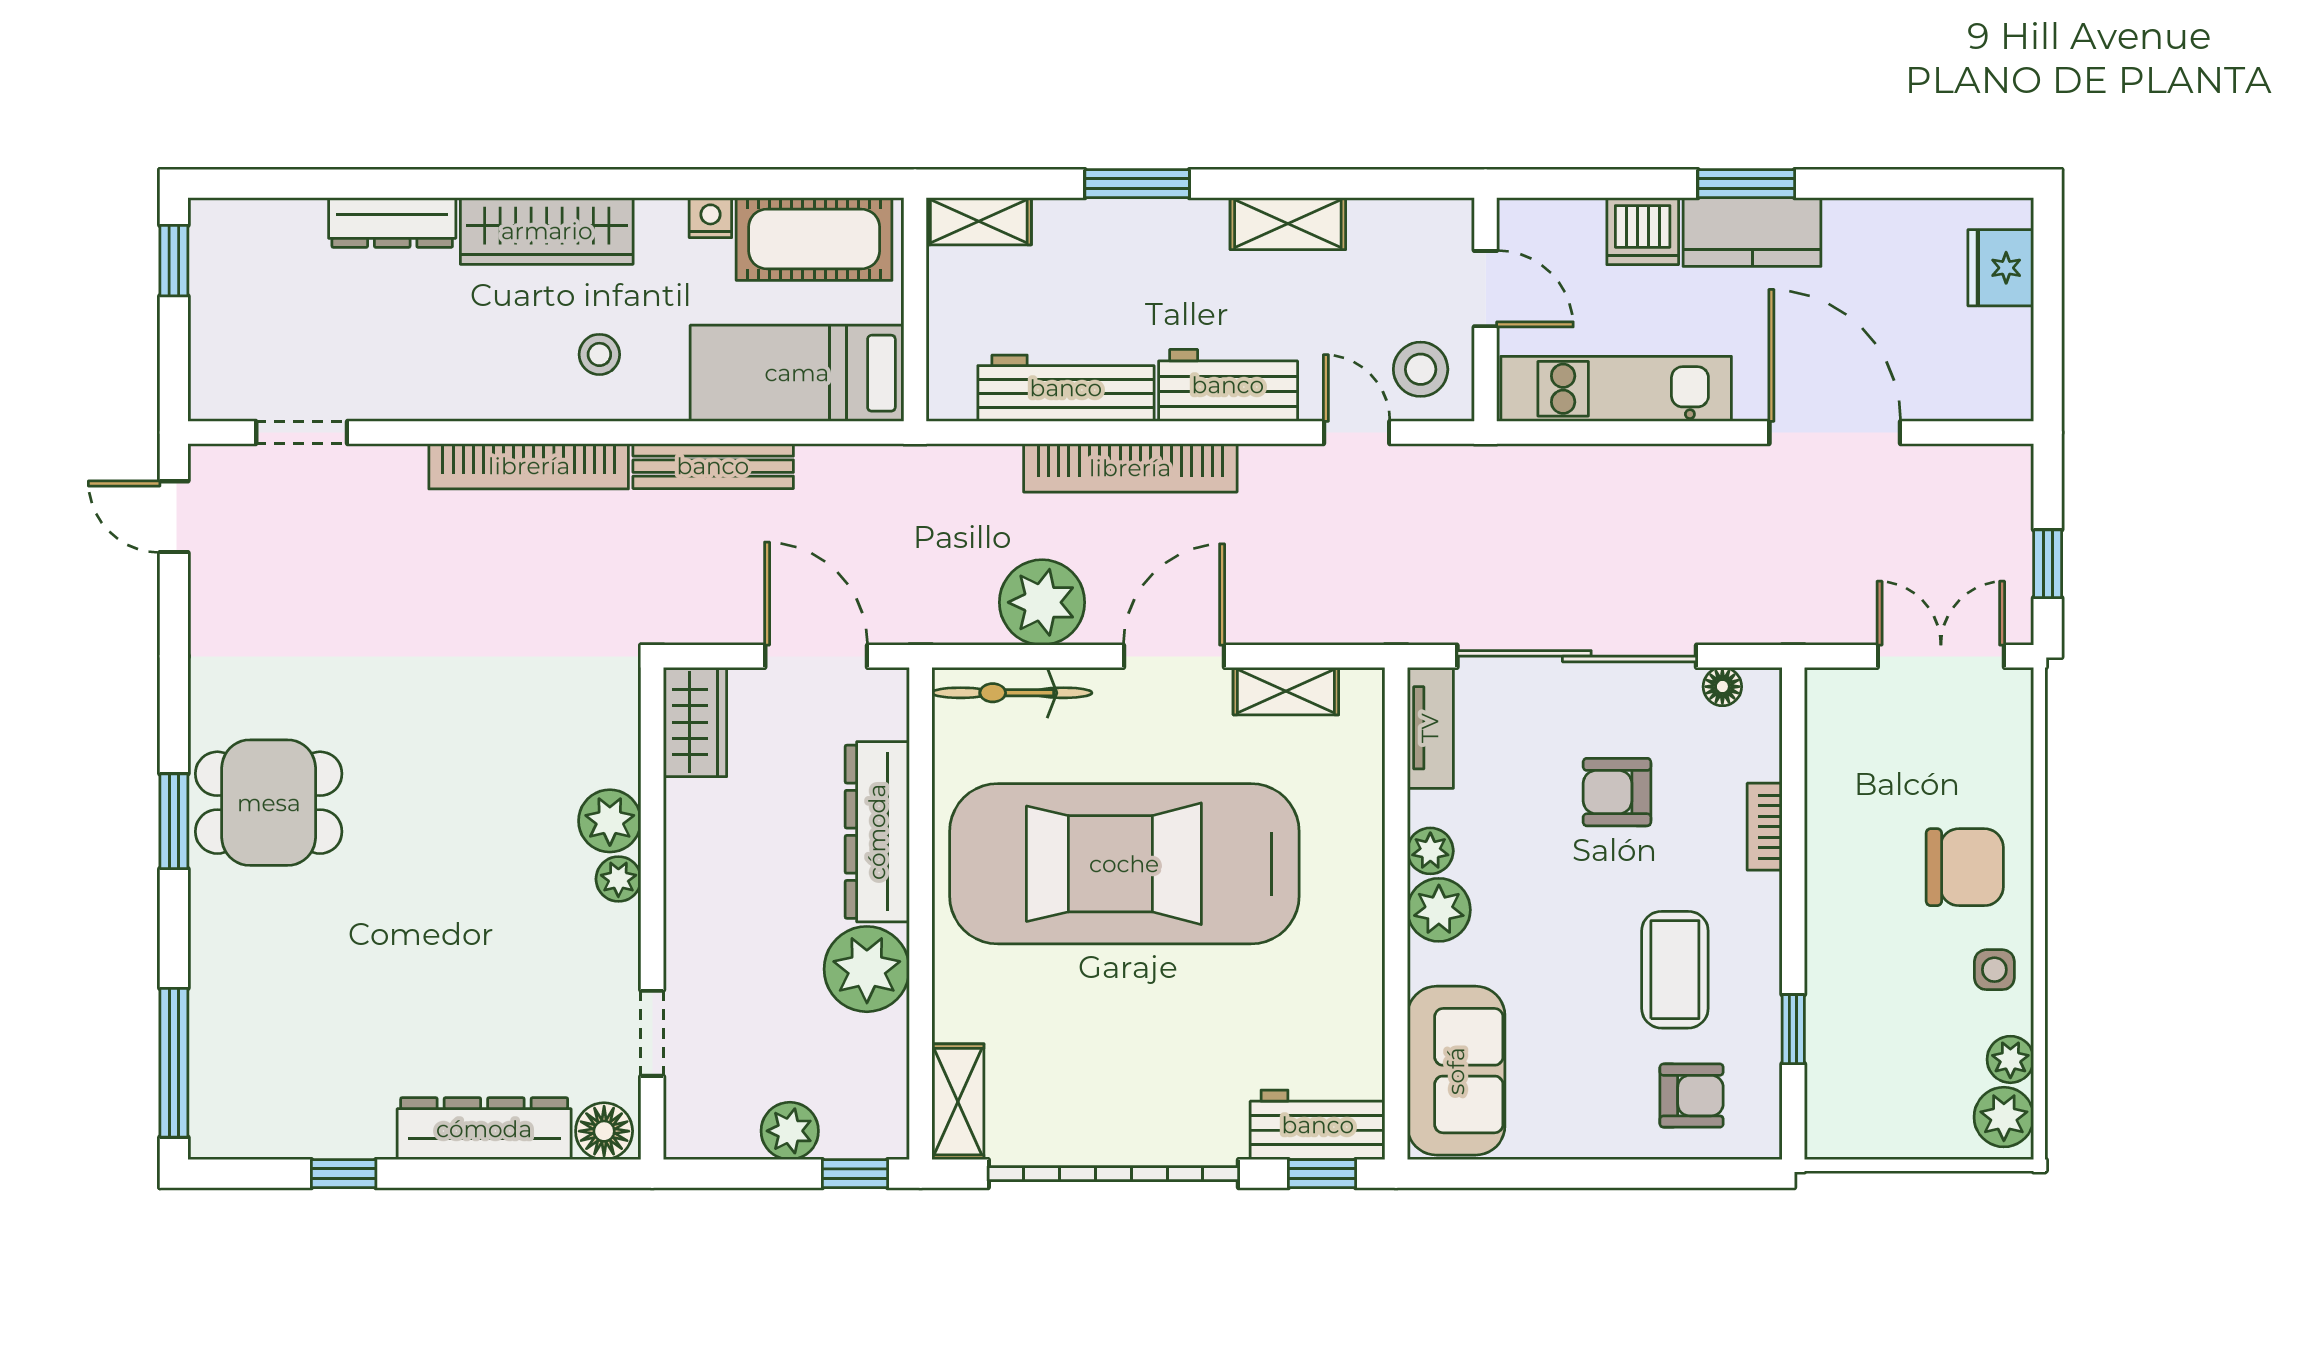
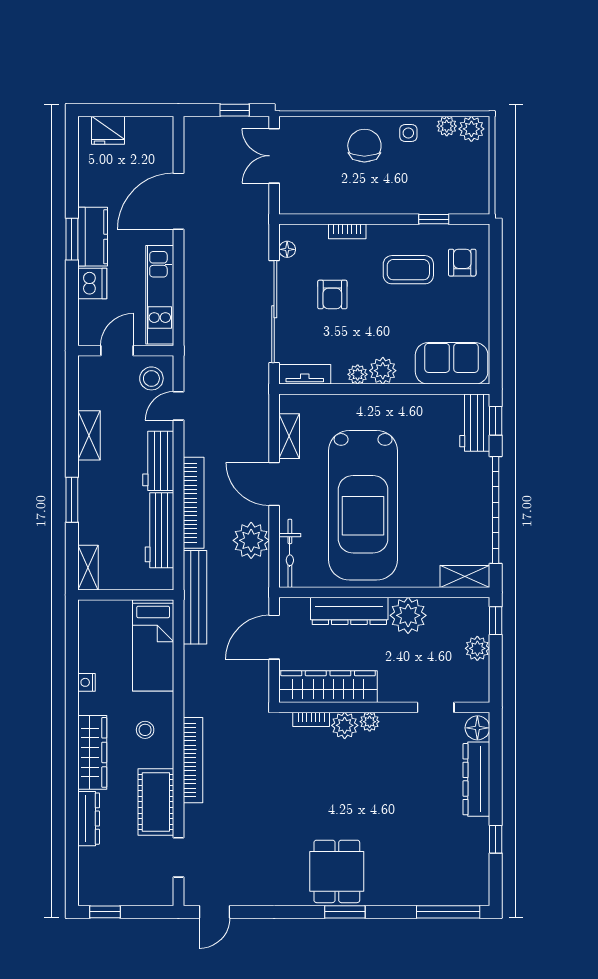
cot: (814, 239) -> (156, 802), moved
bench: (713, 466) -> (195, 597), moved, width x1.37, depth x1.21
wardrobe: (695, 722) -> (328, 687), width x2.10, depth x1.17
bookcase: (624, 743) -> (311, 719), added

